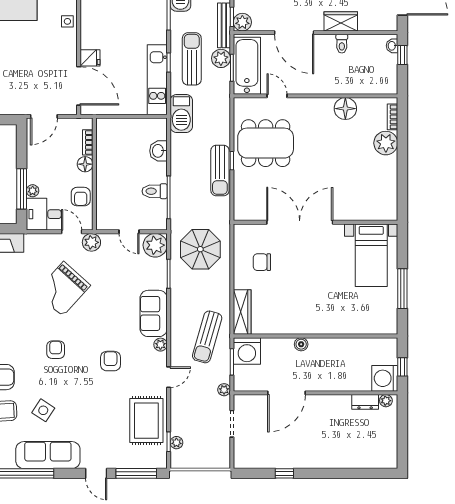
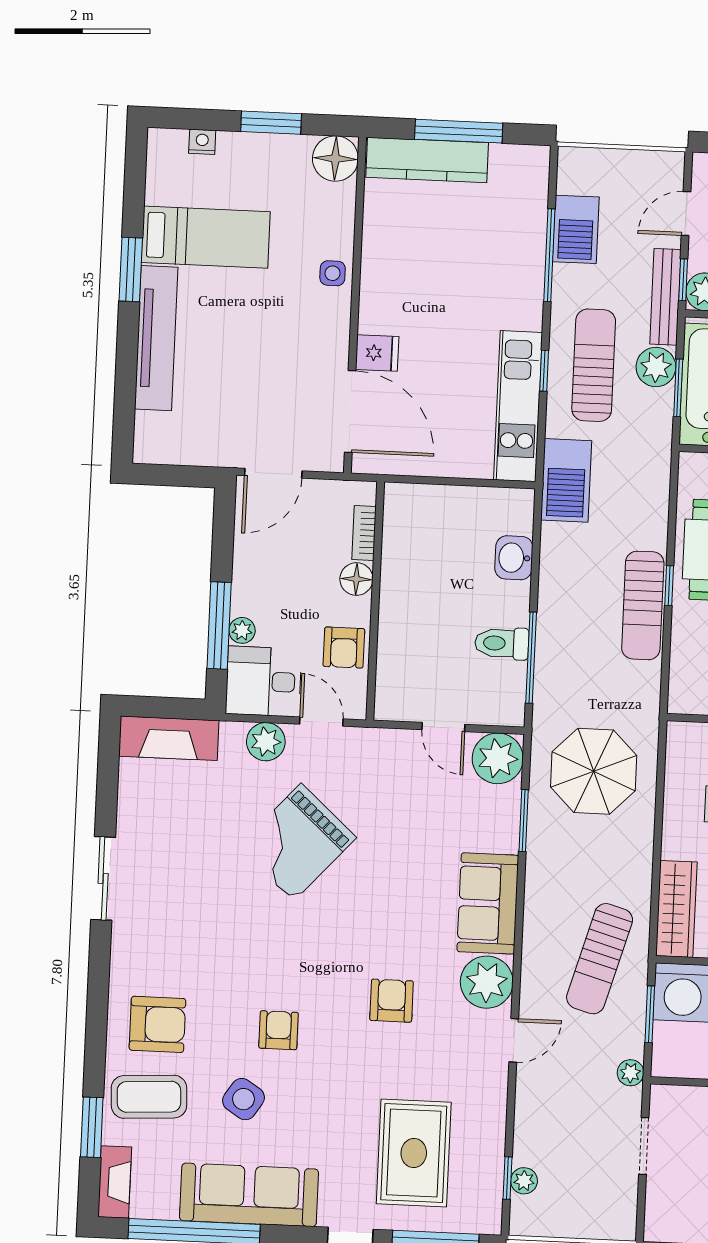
plant: (91, 242) -> (266, 742), moved
plant: (160, 345) -> (487, 982), width x1.88, depth x1.88
armchair: (56, 350) -> (279, 1030), moved
rug: (146, 421) -> (414, 1153), moved

